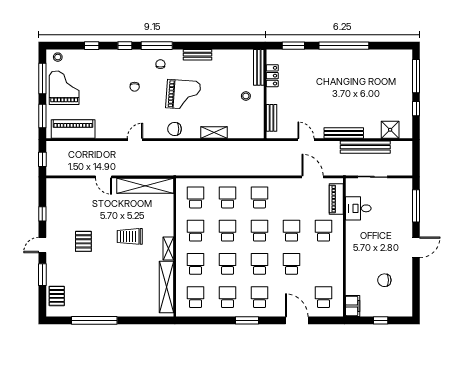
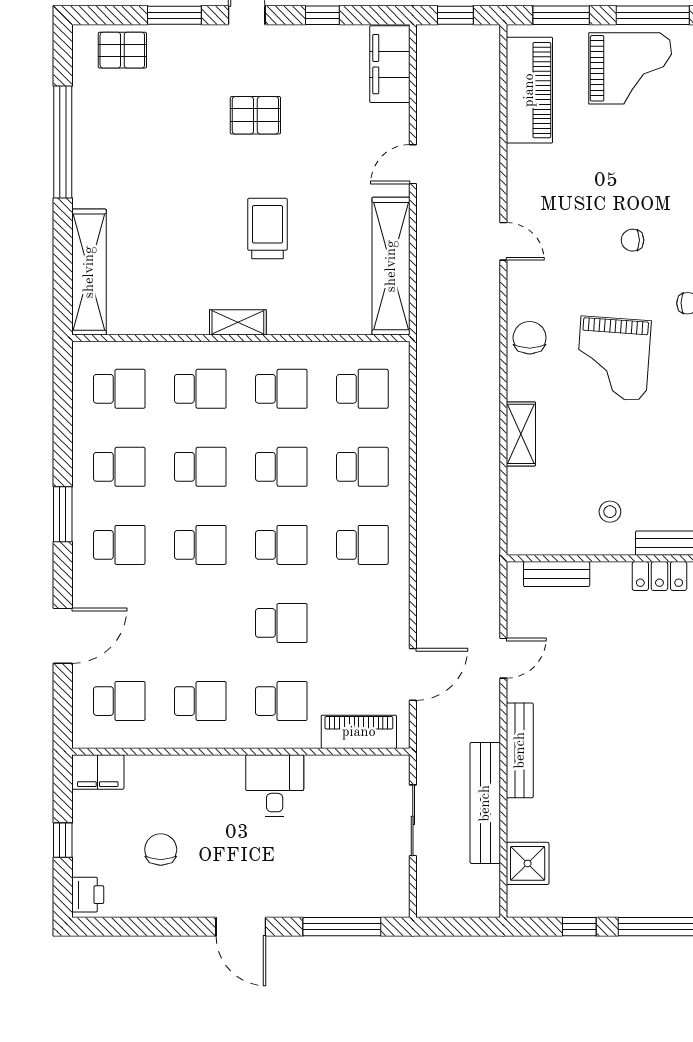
filing cabinet: (62, 186) -> (390, 64), added
desk: (358, 208) -> (275, 786), moved
school desk: (292, 264) -> (200, 701), moved
shelving: (166, 287) -> (89, 272), moved, turned 90
printer: (403, 310) -> (88, 895), added

